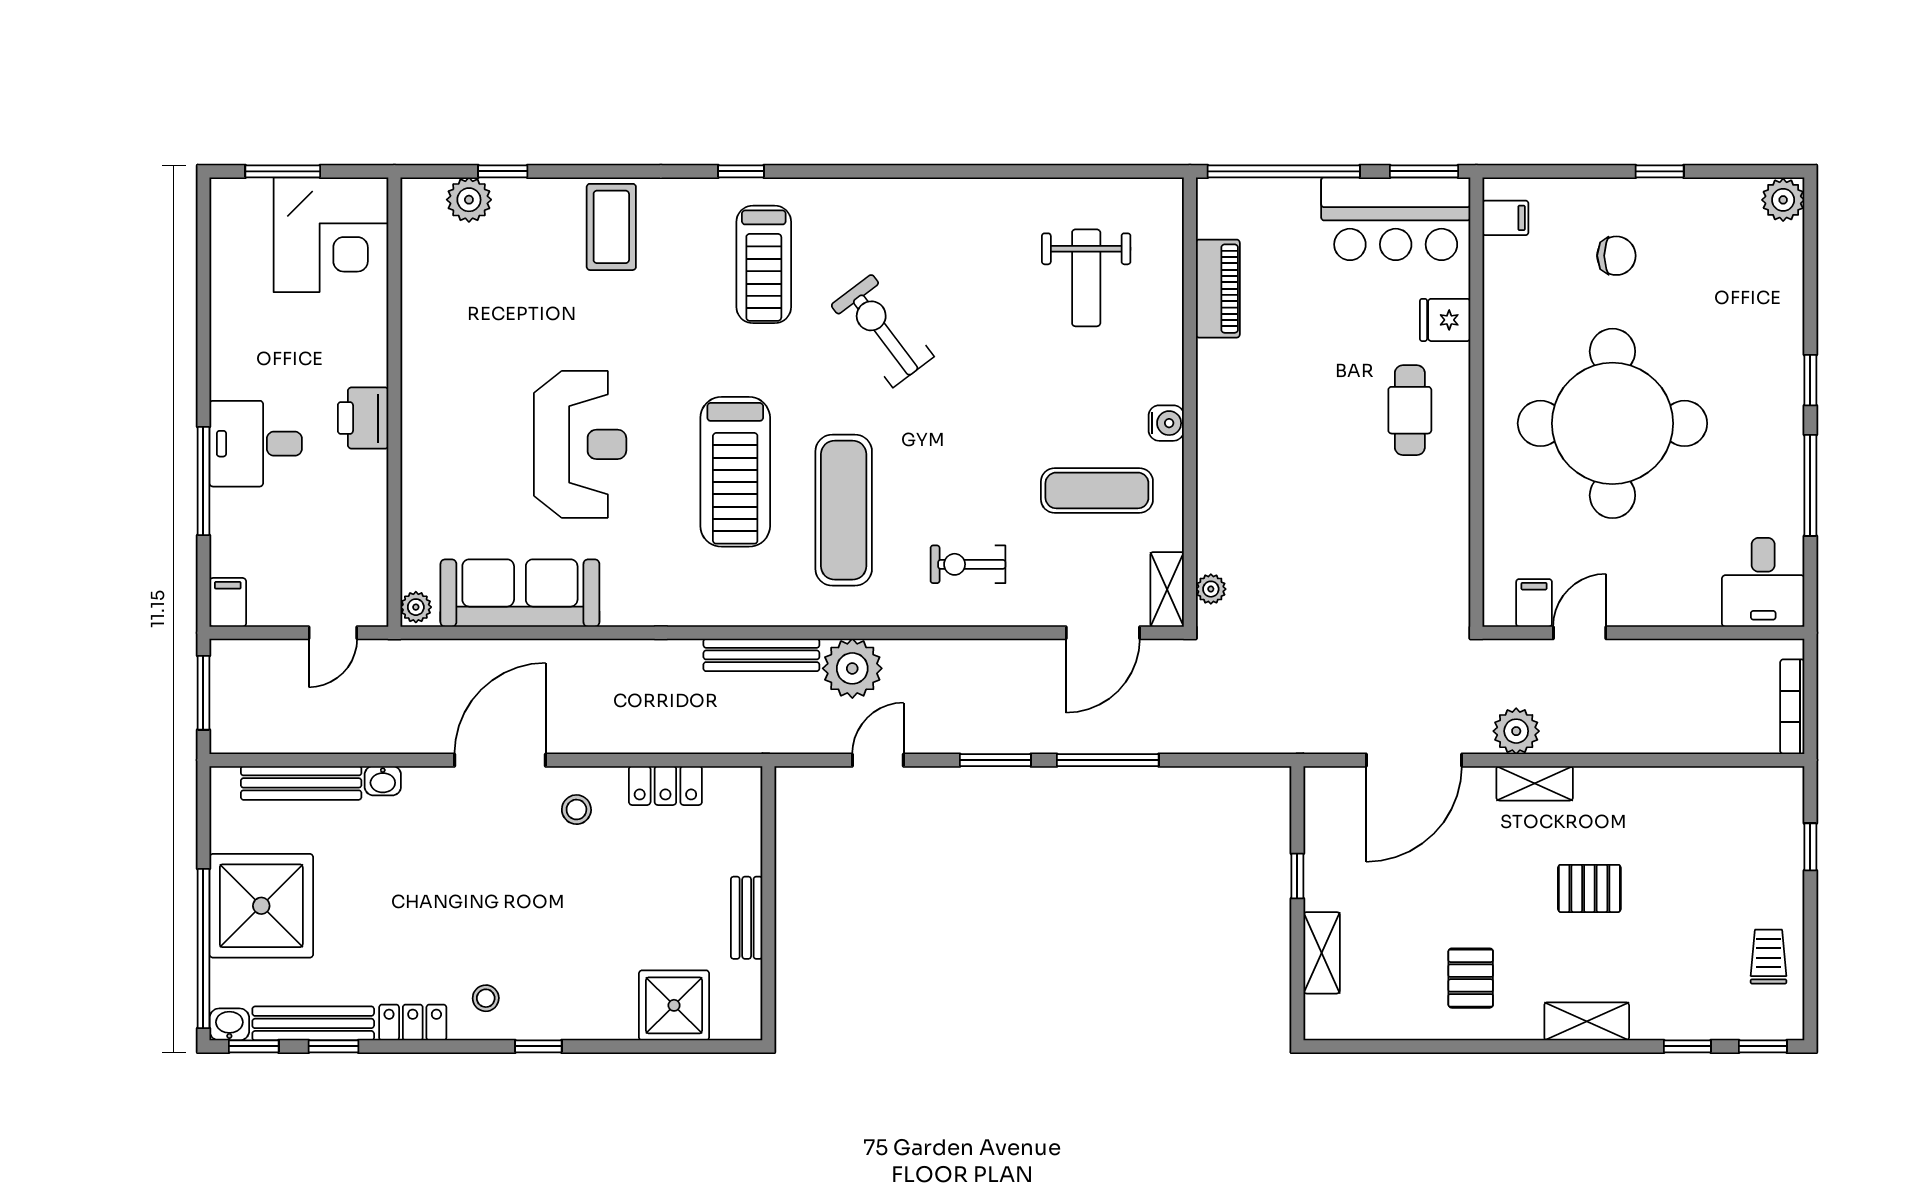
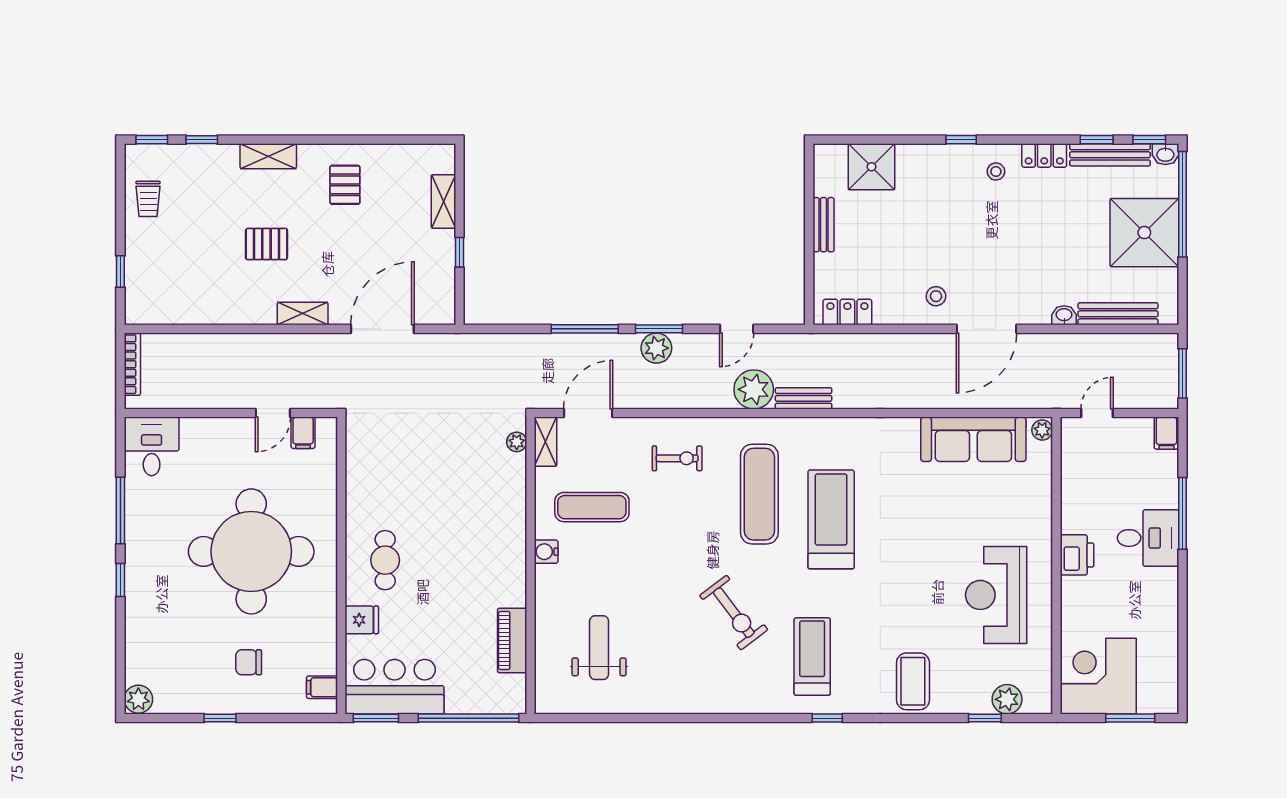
reception desk: (580, 444) -> (996, 595), moved
bench: (761, 655) -> (804, 398), width x0.73
plant: (1516, 731) -> (656, 348), moved
locker: (665, 786) -> (847, 312), moved

